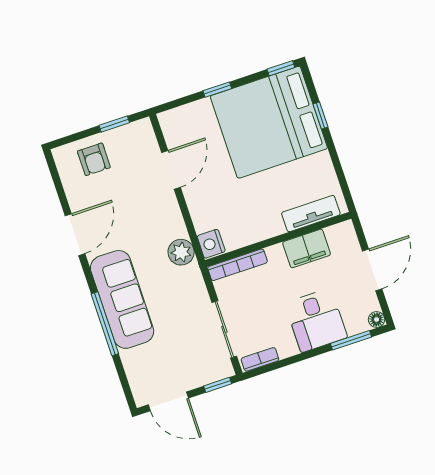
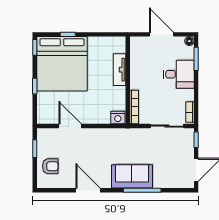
tv unit: (311, 214) -> (120, 70), moved
filing cabinet: (307, 248) -> (138, 66), removed
plant: (181, 252) -> (117, 136), removed
sofa: (122, 299) -> (132, 176), width x0.73

